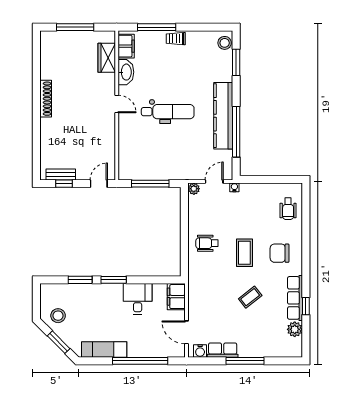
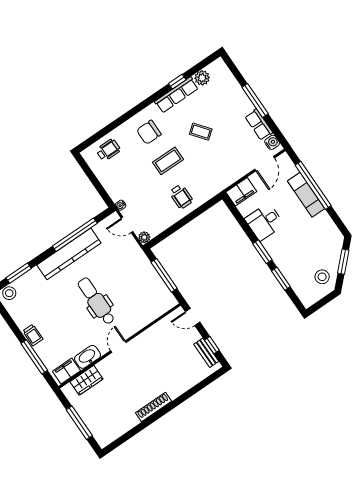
chair: (280, 253) -> (149, 132), turned 90
exam couch: (104, 349) -> (306, 195), moved

